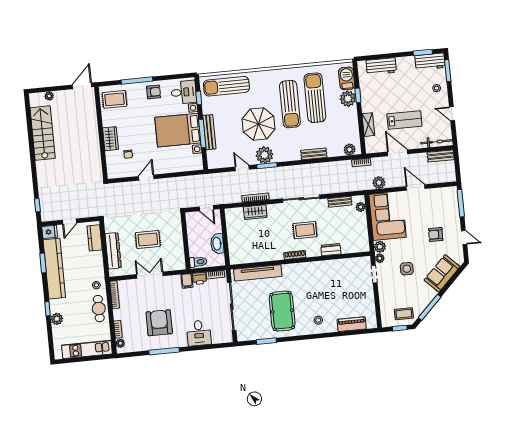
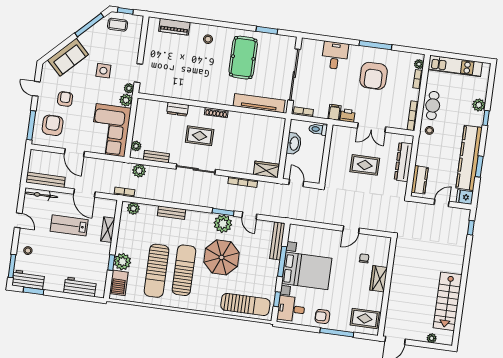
bench: (209, 132) -> (277, 241), moved
bench: (441, 156) -> (46, 180), width x1.36
plant: (379, 183) -> (139, 171), moved
armchair: (441, 208) -> (53, 125), added
wardrobe: (255, 212) -> (266, 169), moved
armchair: (436, 235) -> (65, 99), turned -91
printer: (199, 278) -> (348, 116), moved

